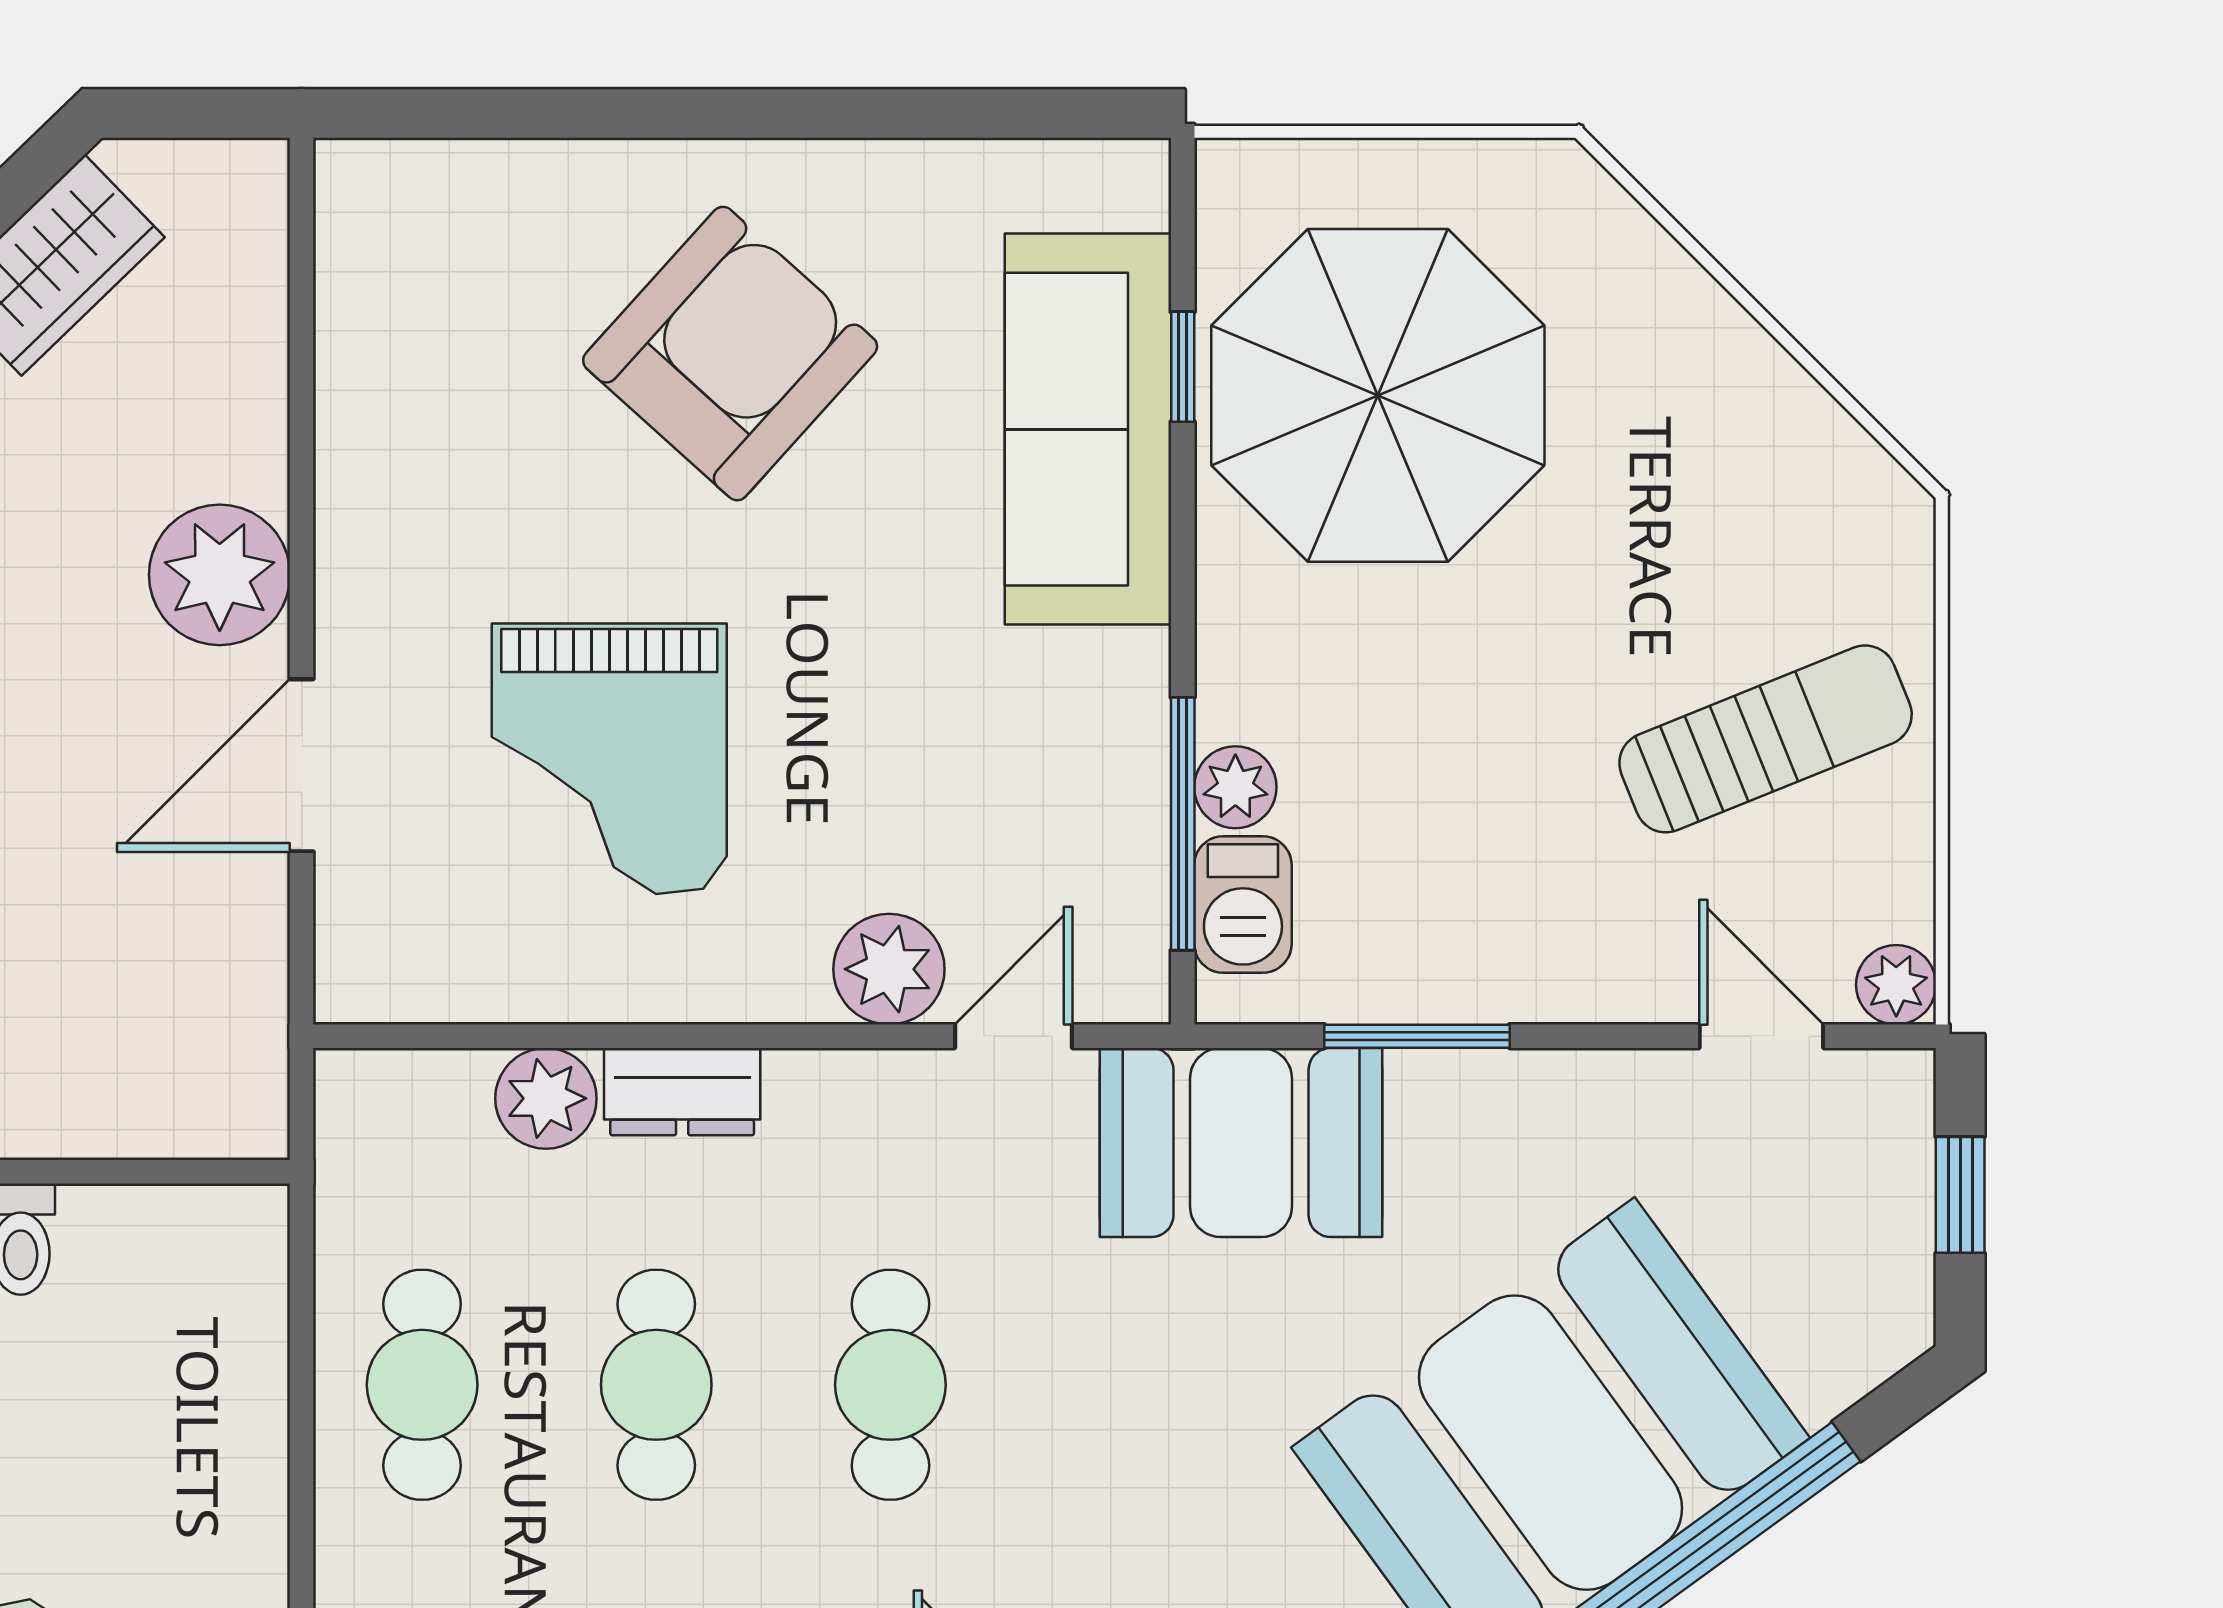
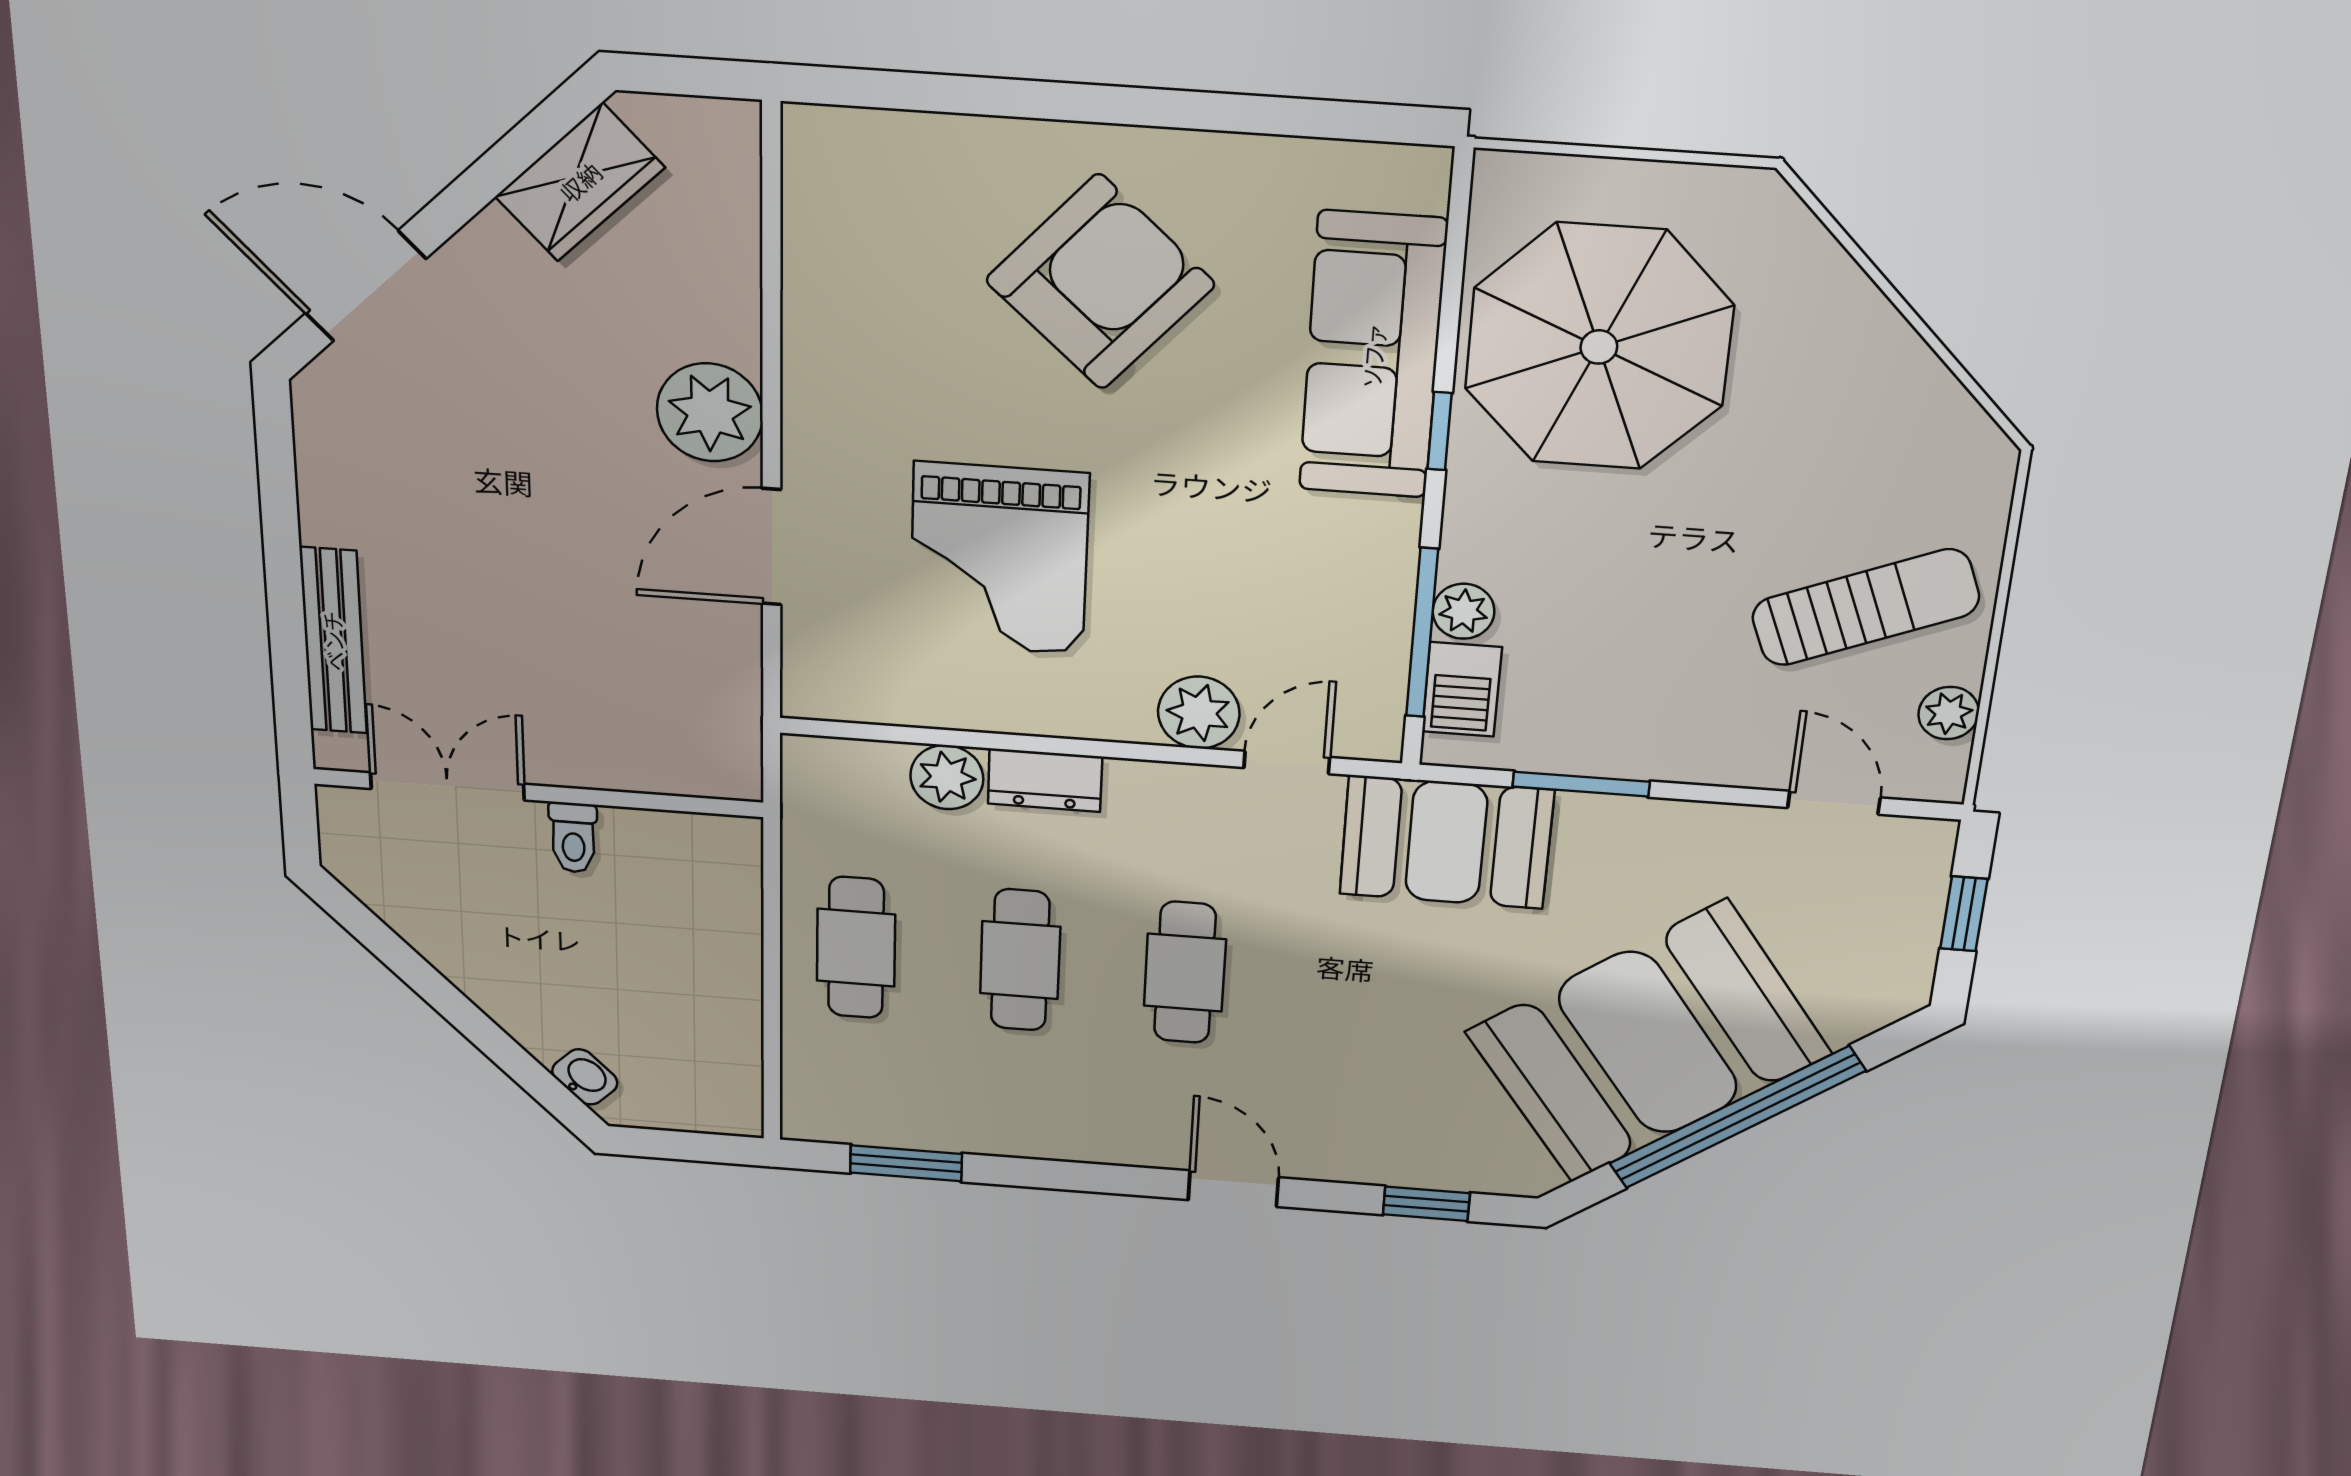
window: (1183, 367) -> (1440, 431), moved
plant: (1896, 985) -> (1949, 713), moved

